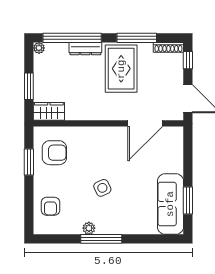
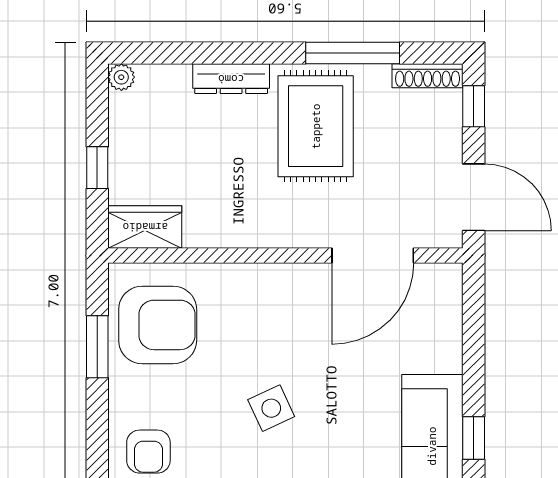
window: (72, 38) -> (200, 53), removed
window: (29, 86) -> (97, 168), width x0.67
armchair: (54, 153) -> (158, 325), width x1.36, depth x1.36
window: (188, 200) -> (474, 438), width x0.67

